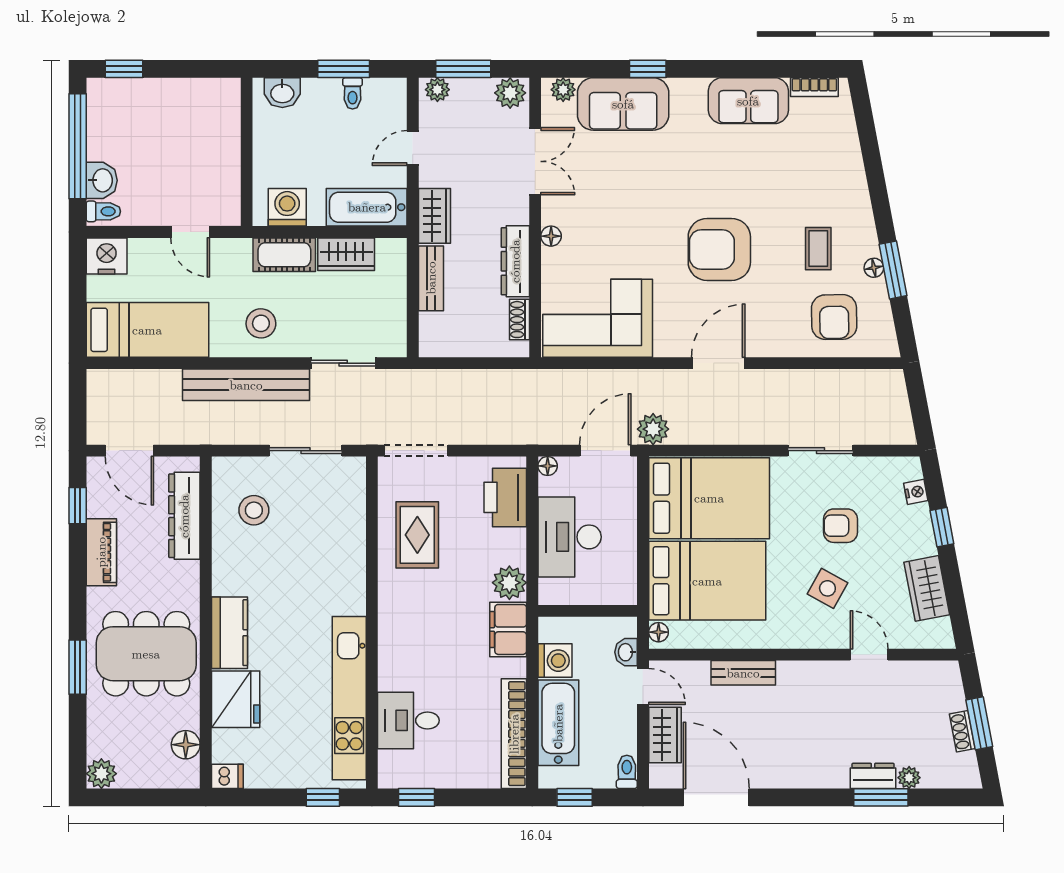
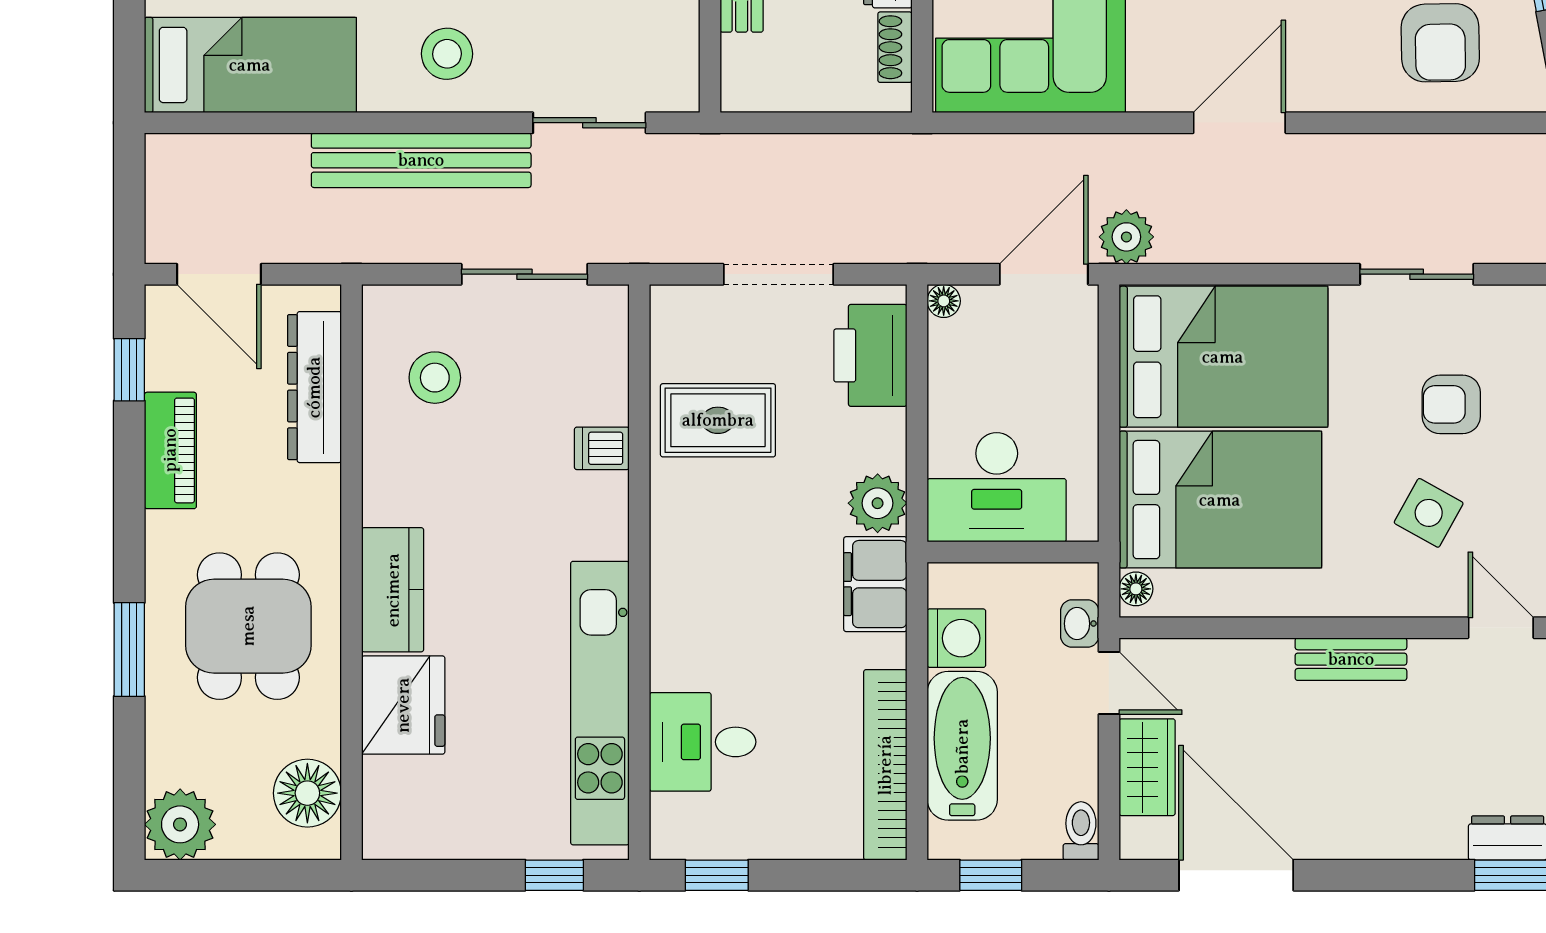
doorway: (416, 451) -> (778, 274), moved
rug: (417, 535) -> (718, 420), turned 90
desk: (570, 537) -> (997, 487), moved, turned -90
dining table: (146, 654) -> (248, 626), width x0.73
bench: (743, 673) -> (1351, 659), moved
floor lamp: (186, 745) -> (307, 793), width x1.38, depth x1.38
plant: (101, 774) -> (180, 824), width x1.36, depth x1.36
dishwasher: (227, 776) -> (602, 448), moved, turned 180

